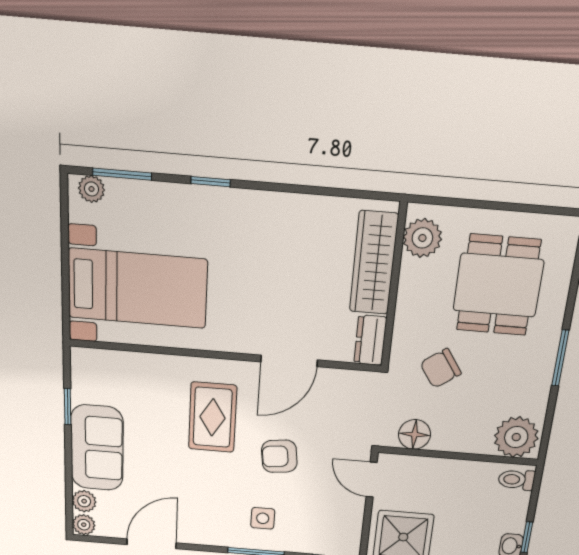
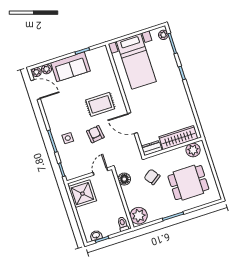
door: (152, 544) -> (36, 90), moved

